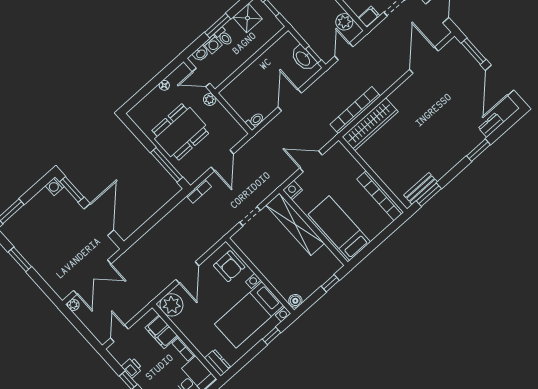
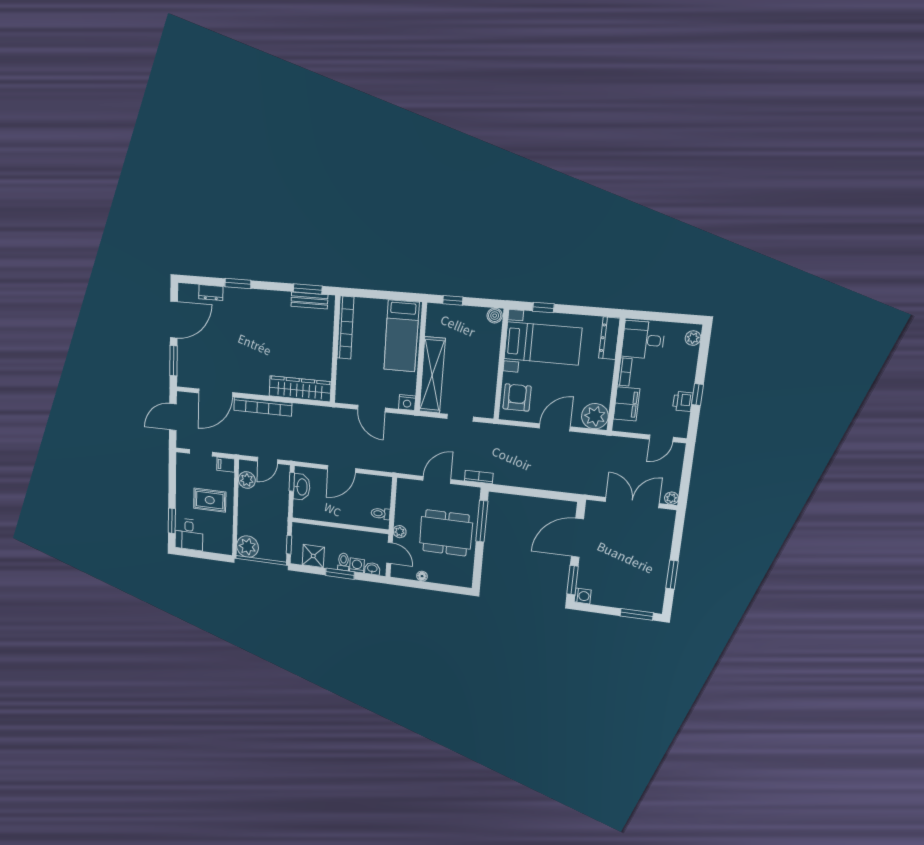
bookcase: (355, 110) -> (263, 407), moved
toilet: (255, 121) -> (381, 514), moved
dresser: (218, 363) -> (609, 338), width x1.44

